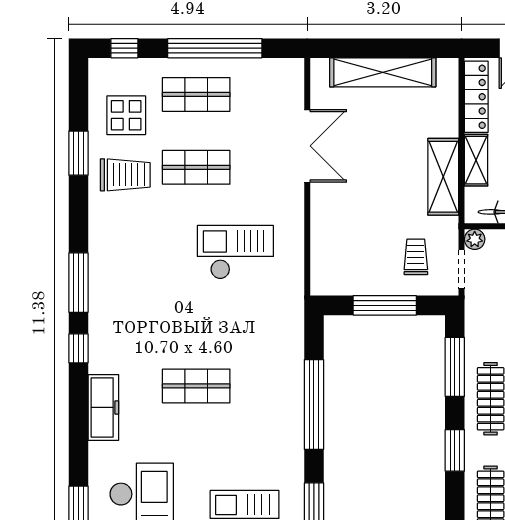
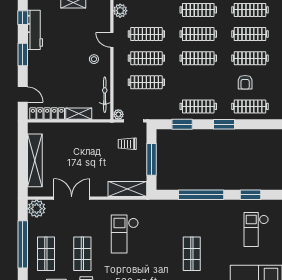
plant: (286, 76) -> (37, 209), added
shelving: (443, 177) -> (127, 189), moved
window: (455, 367) -> (182, 124), width x0.69

